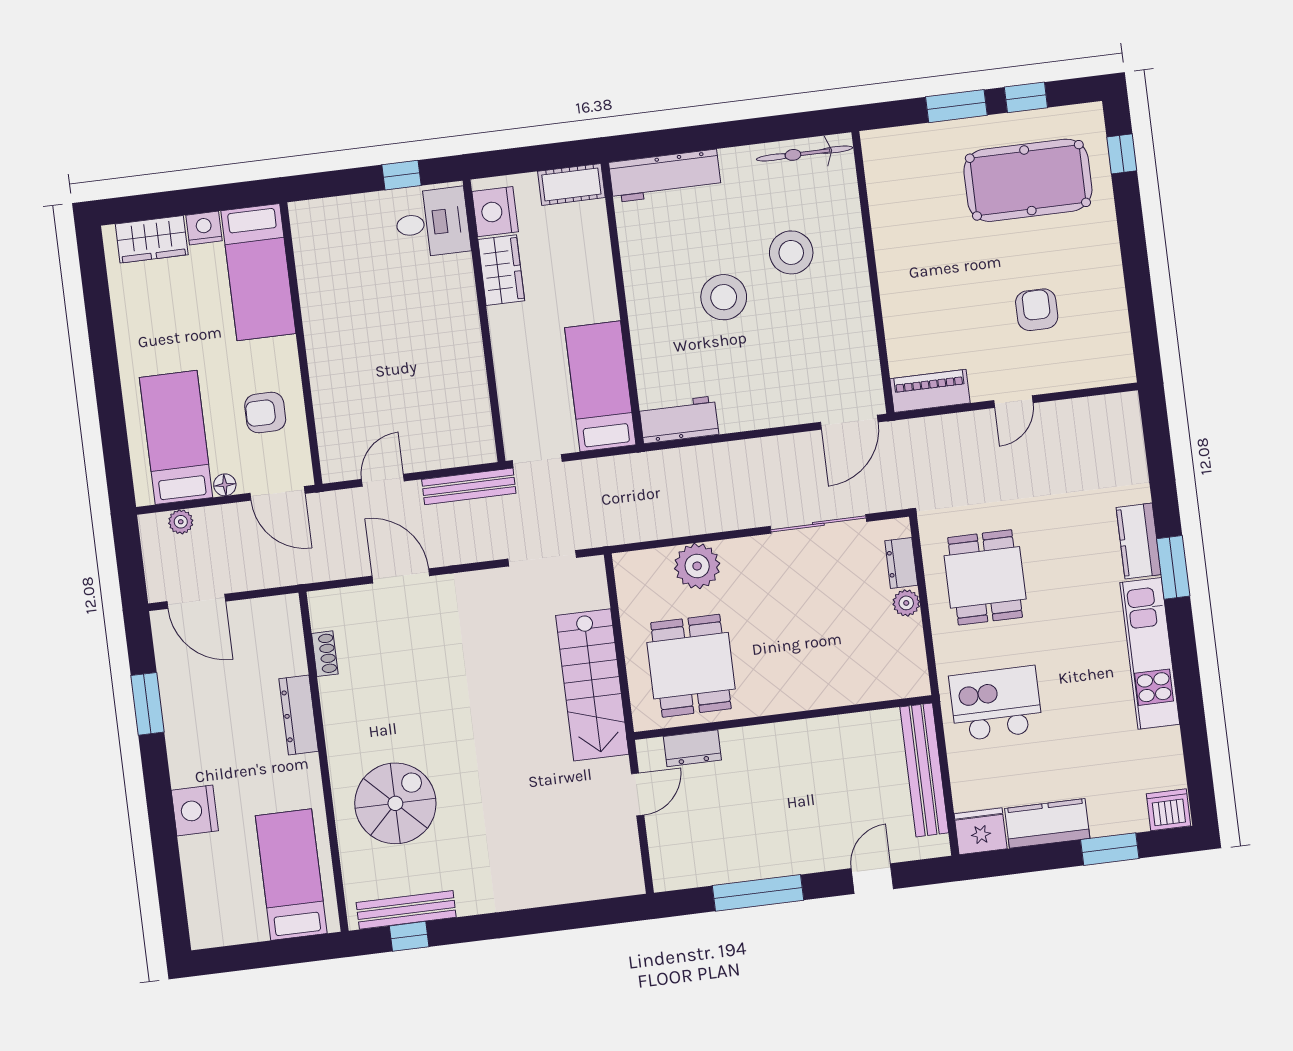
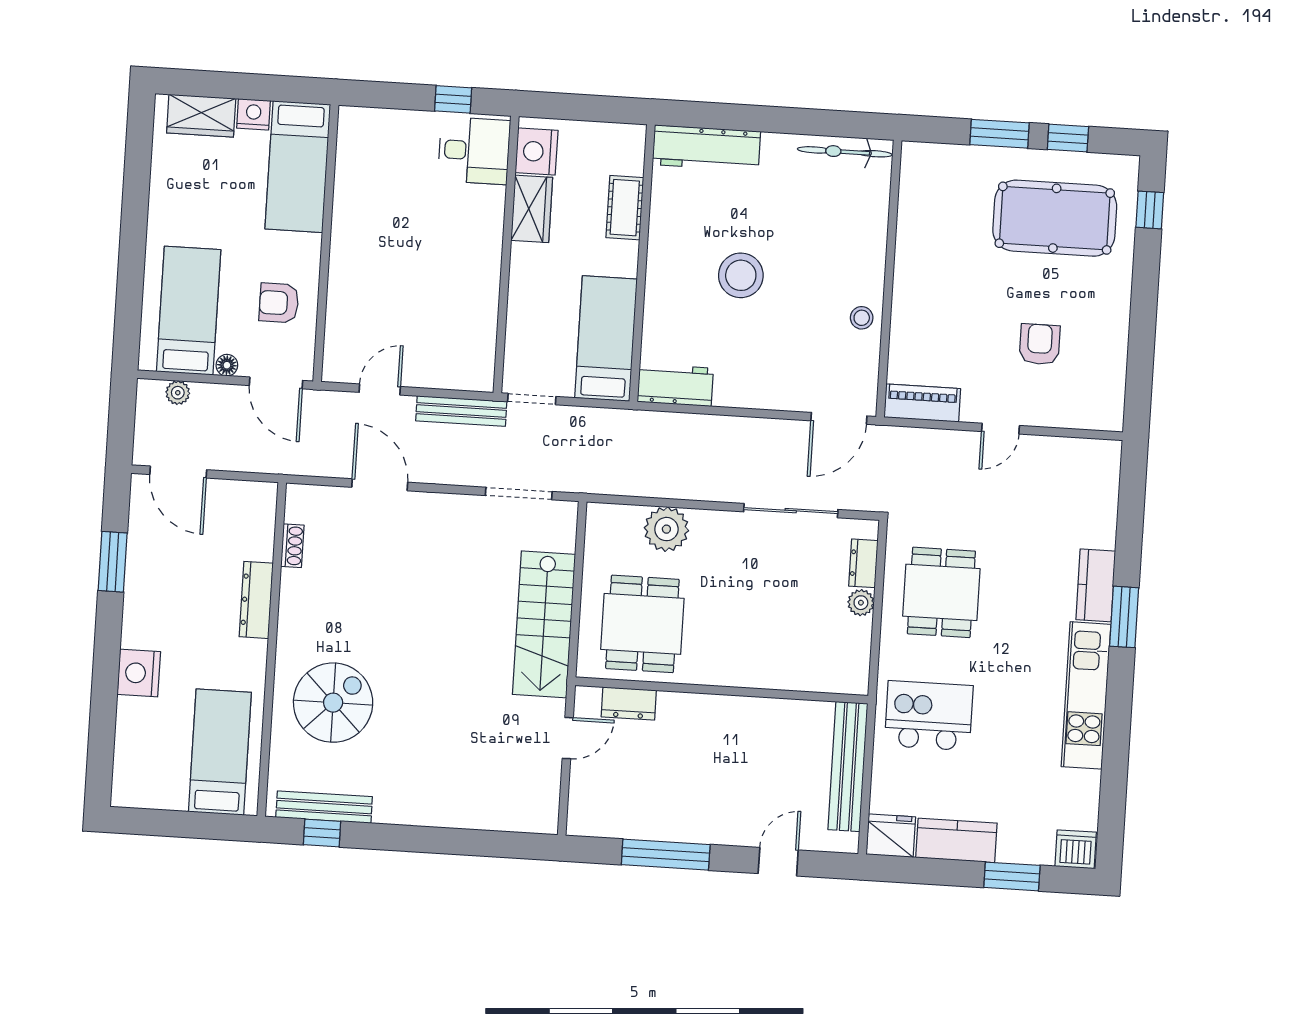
cot: (571, 184) -> (625, 208), moved, turned 90
stool: (791, 252) -> (862, 318), moved, width x0.53, depth x0.53

